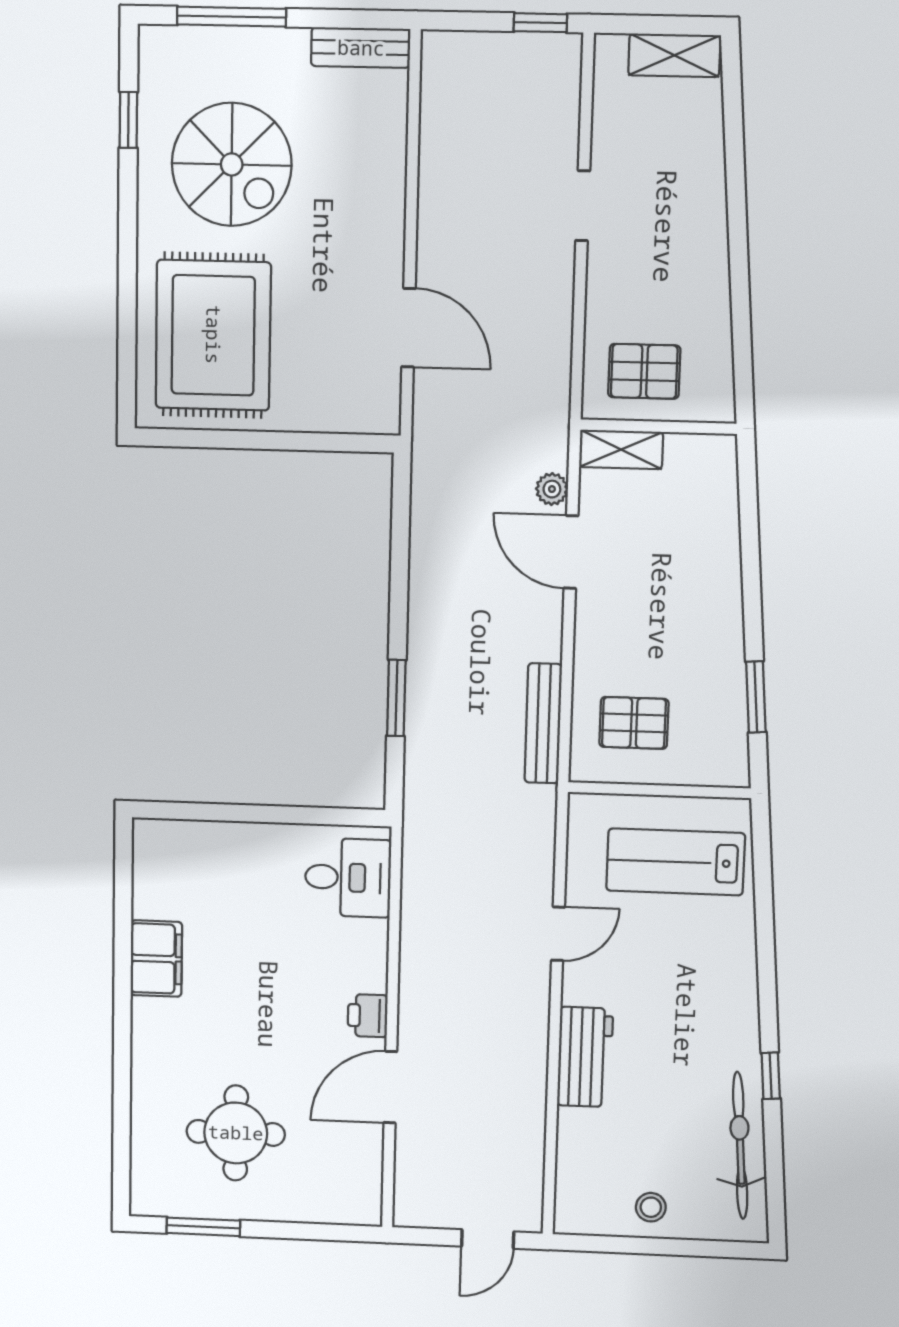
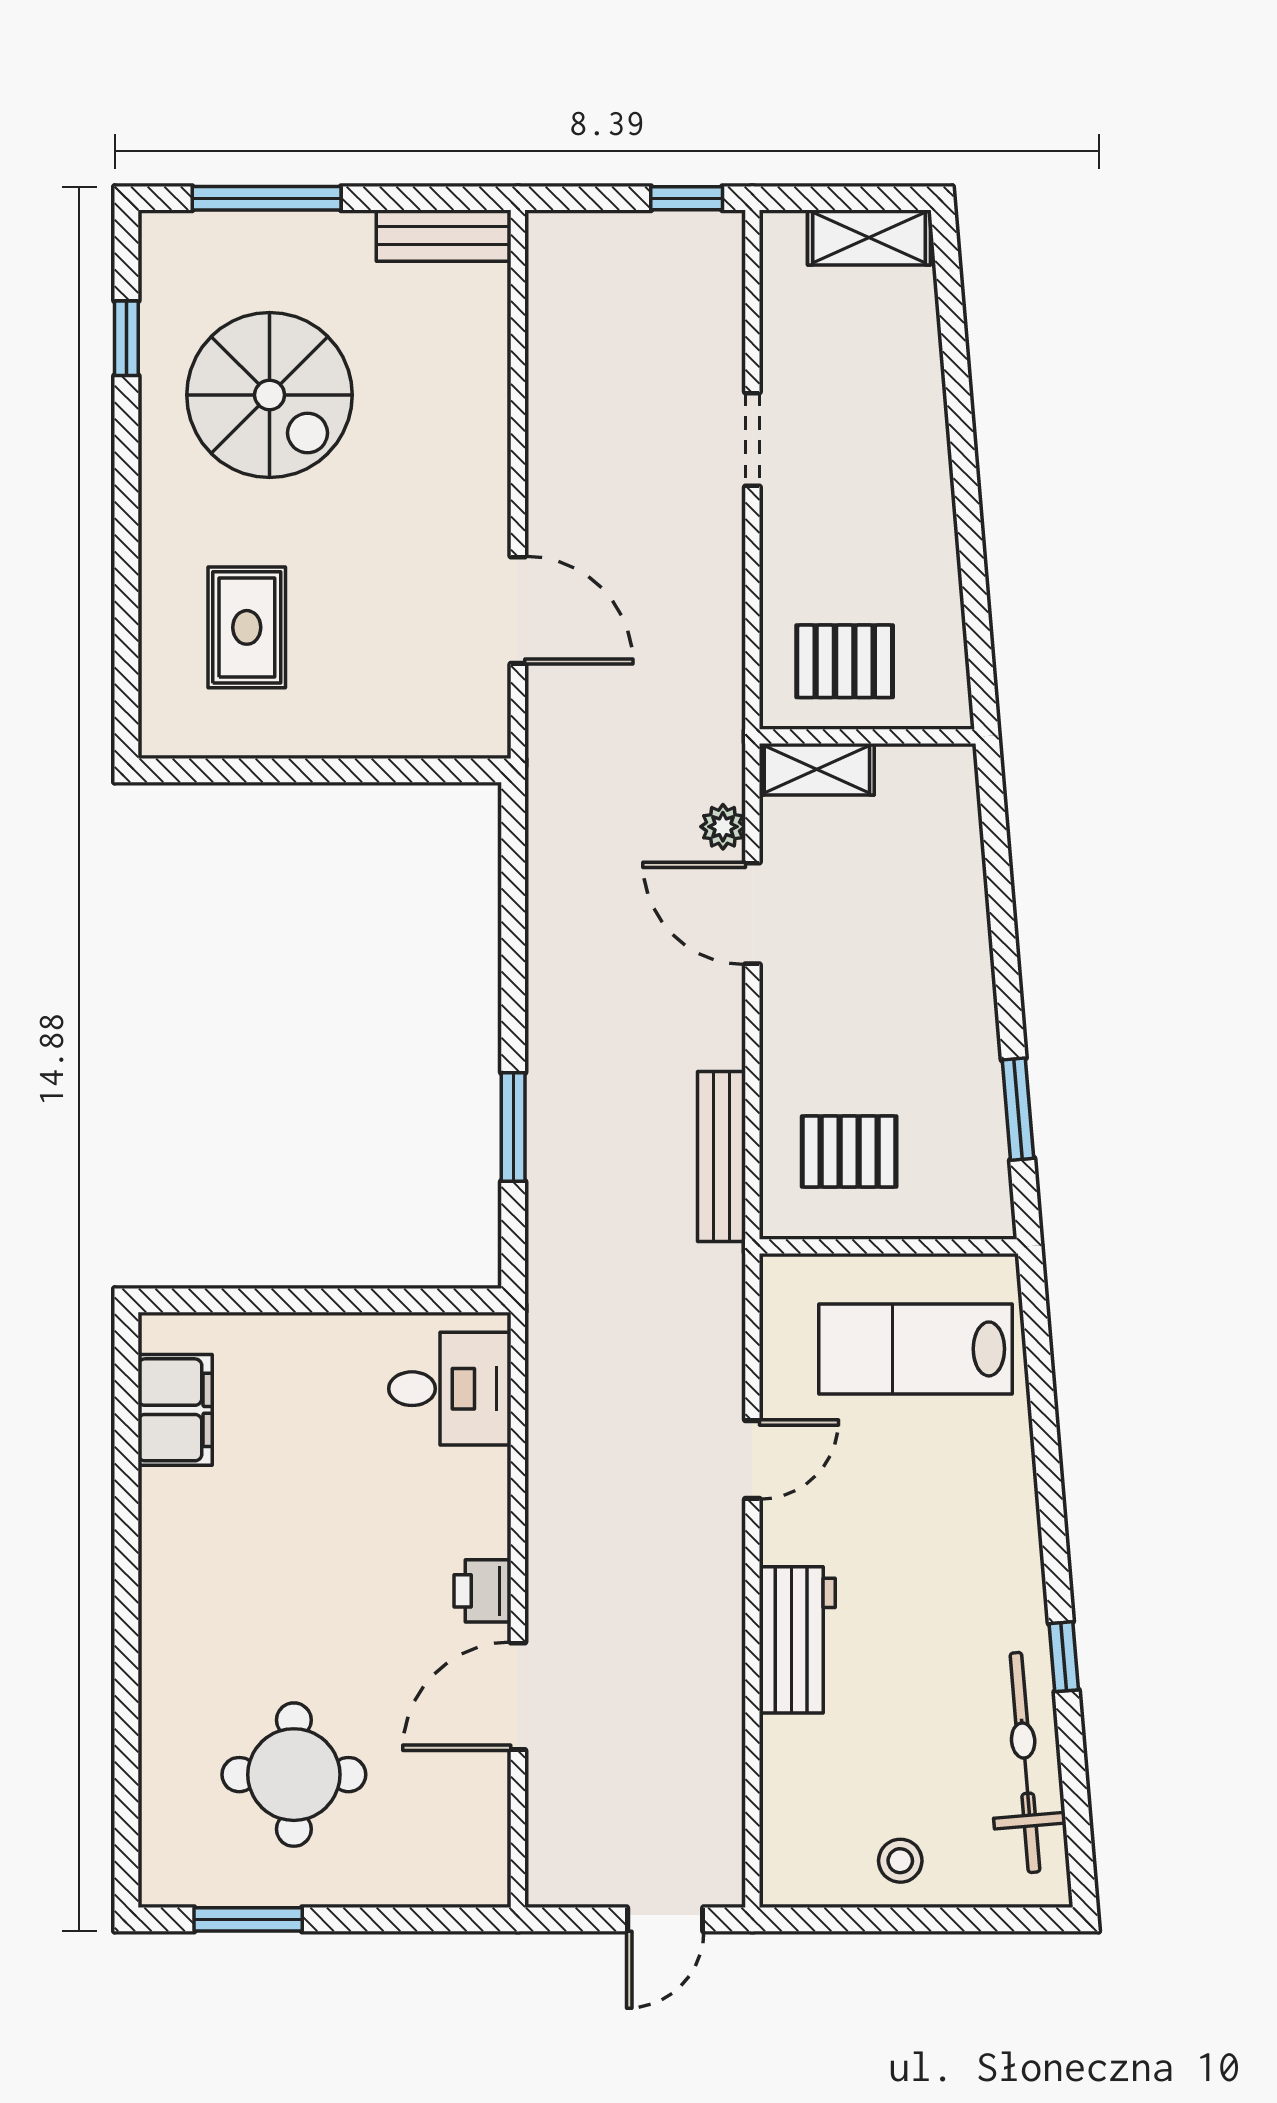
rug: (213, 335) -> (247, 627), width x0.54, depth x0.49
filing cabinet: (156, 959) -> (175, 1410), moved

